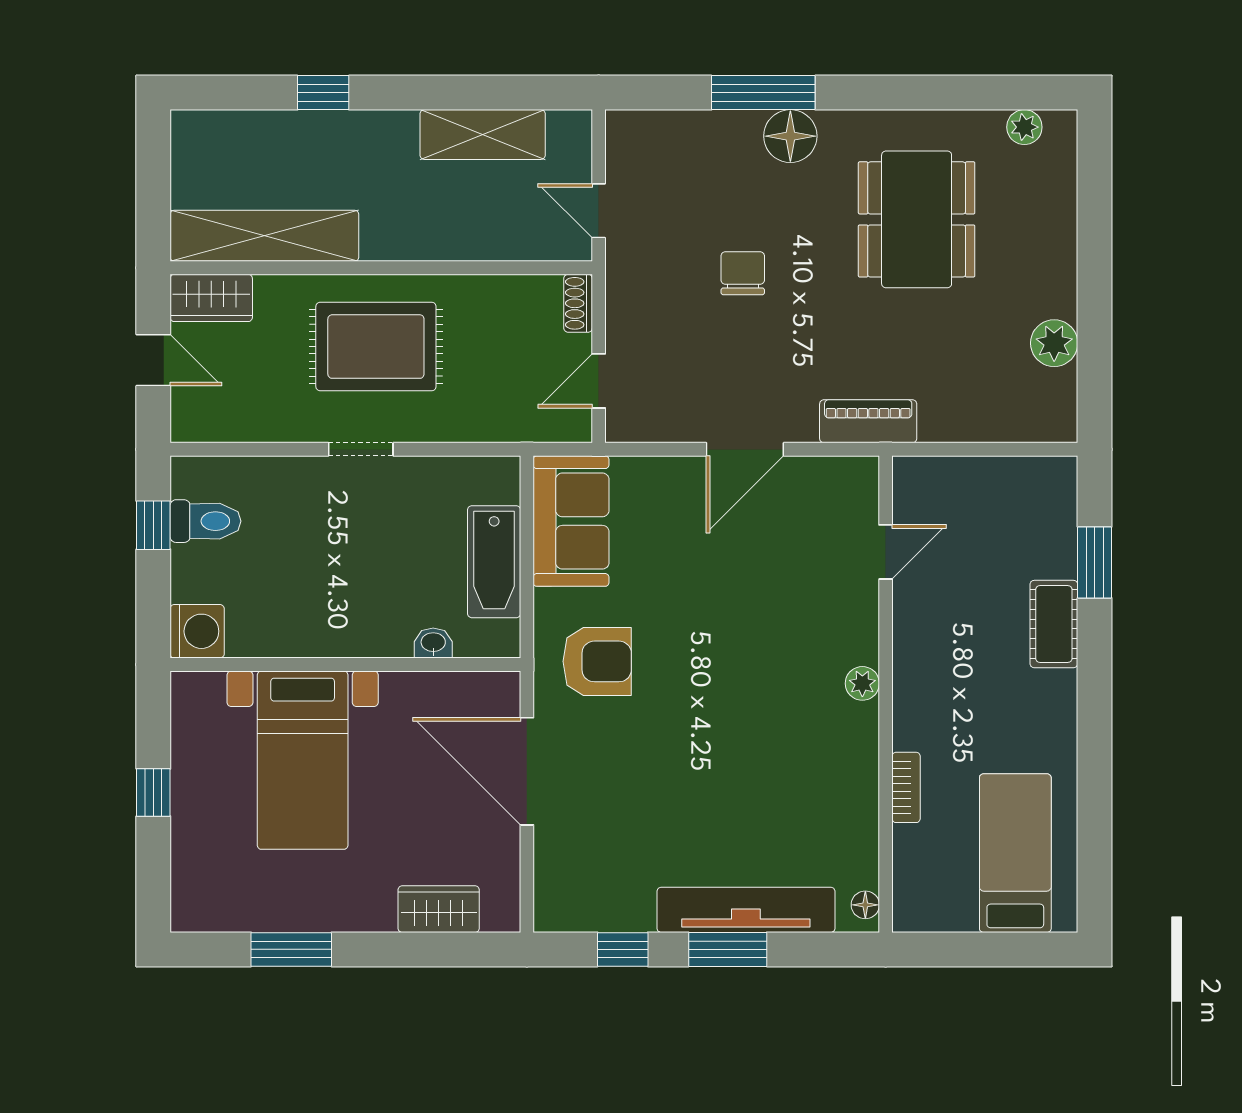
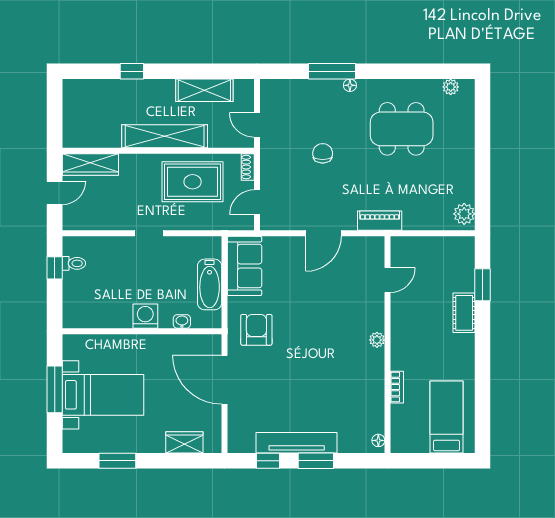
floor lamp: (790, 136) -> (350, 85), width x0.53, depth x0.53
dining table: (917, 219) -> (402, 129), turned 90
shelving: (264, 236) -> (165, 136), moved
wardrobe: (211, 298) -> (90, 165), width x1.50
plant: (1054, 343) -> (464, 214), moved
rug: (376, 347) -> (193, 182), moved
door: (153, 360) -> (55, 193), hinge flipped
toilet: (205, 521) -> (74, 263), width x0.73, depth x0.72
washing machine: (197, 631) -> (145, 316), moved, turned -90
armchair: (597, 661) -> (256, 330), turned -90
bed with nightstands: (303, 760) -> (103, 395), moved, turned -90
window: (153, 792) -> (55, 389), width x2.17
tv unit: (746, 910) -> (297, 443), moved

